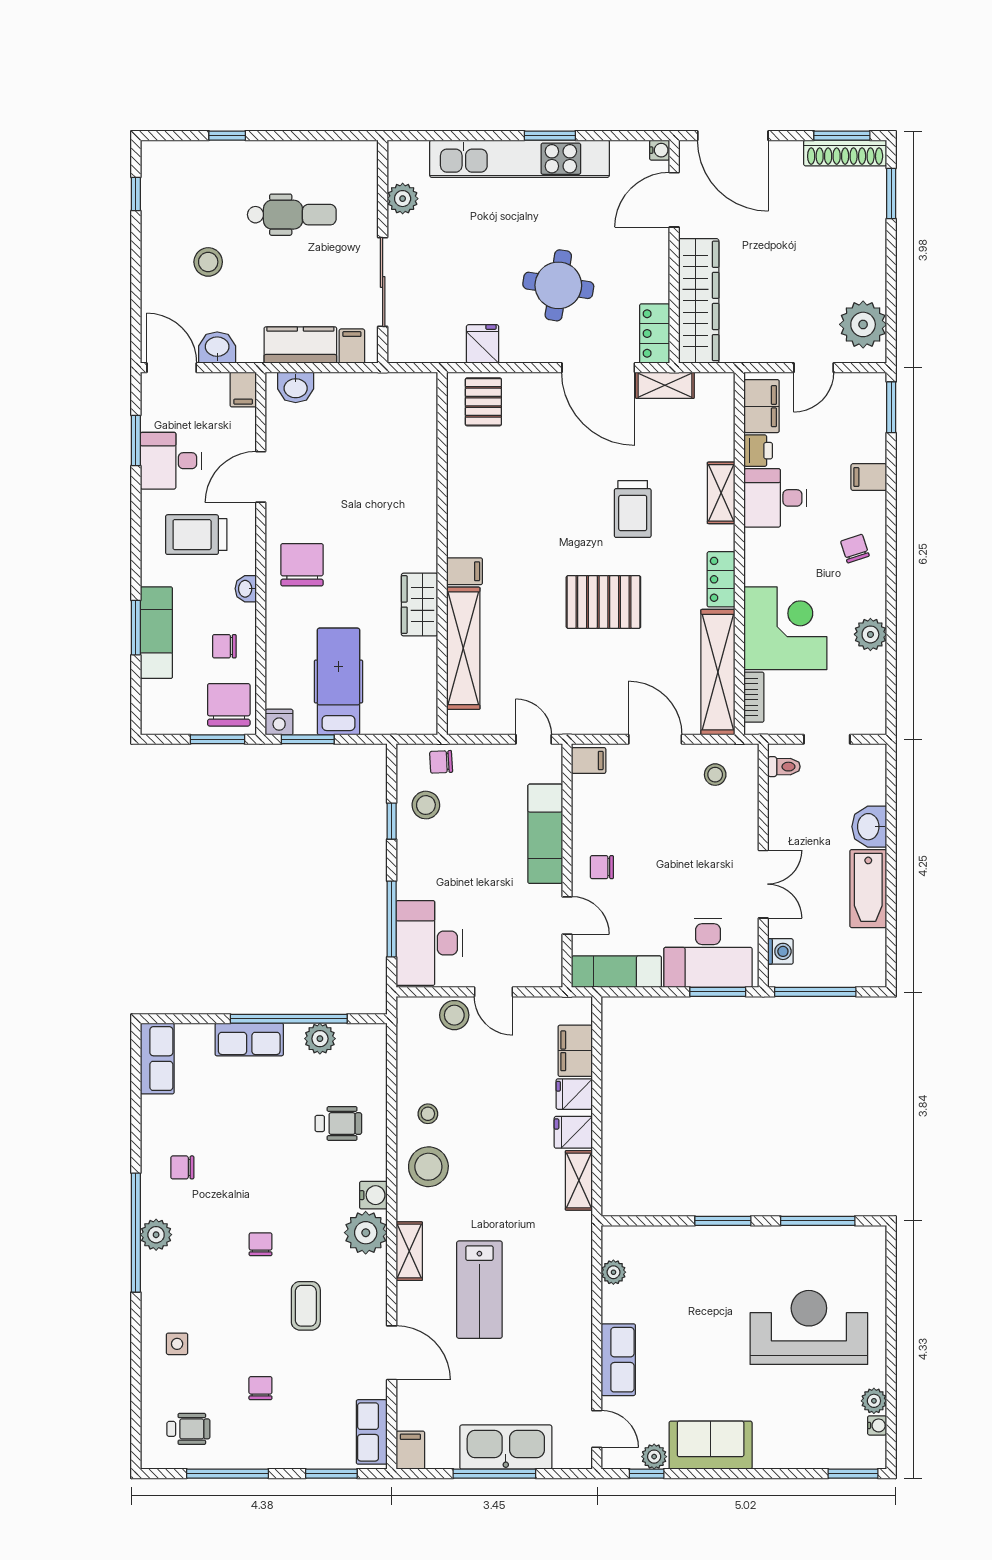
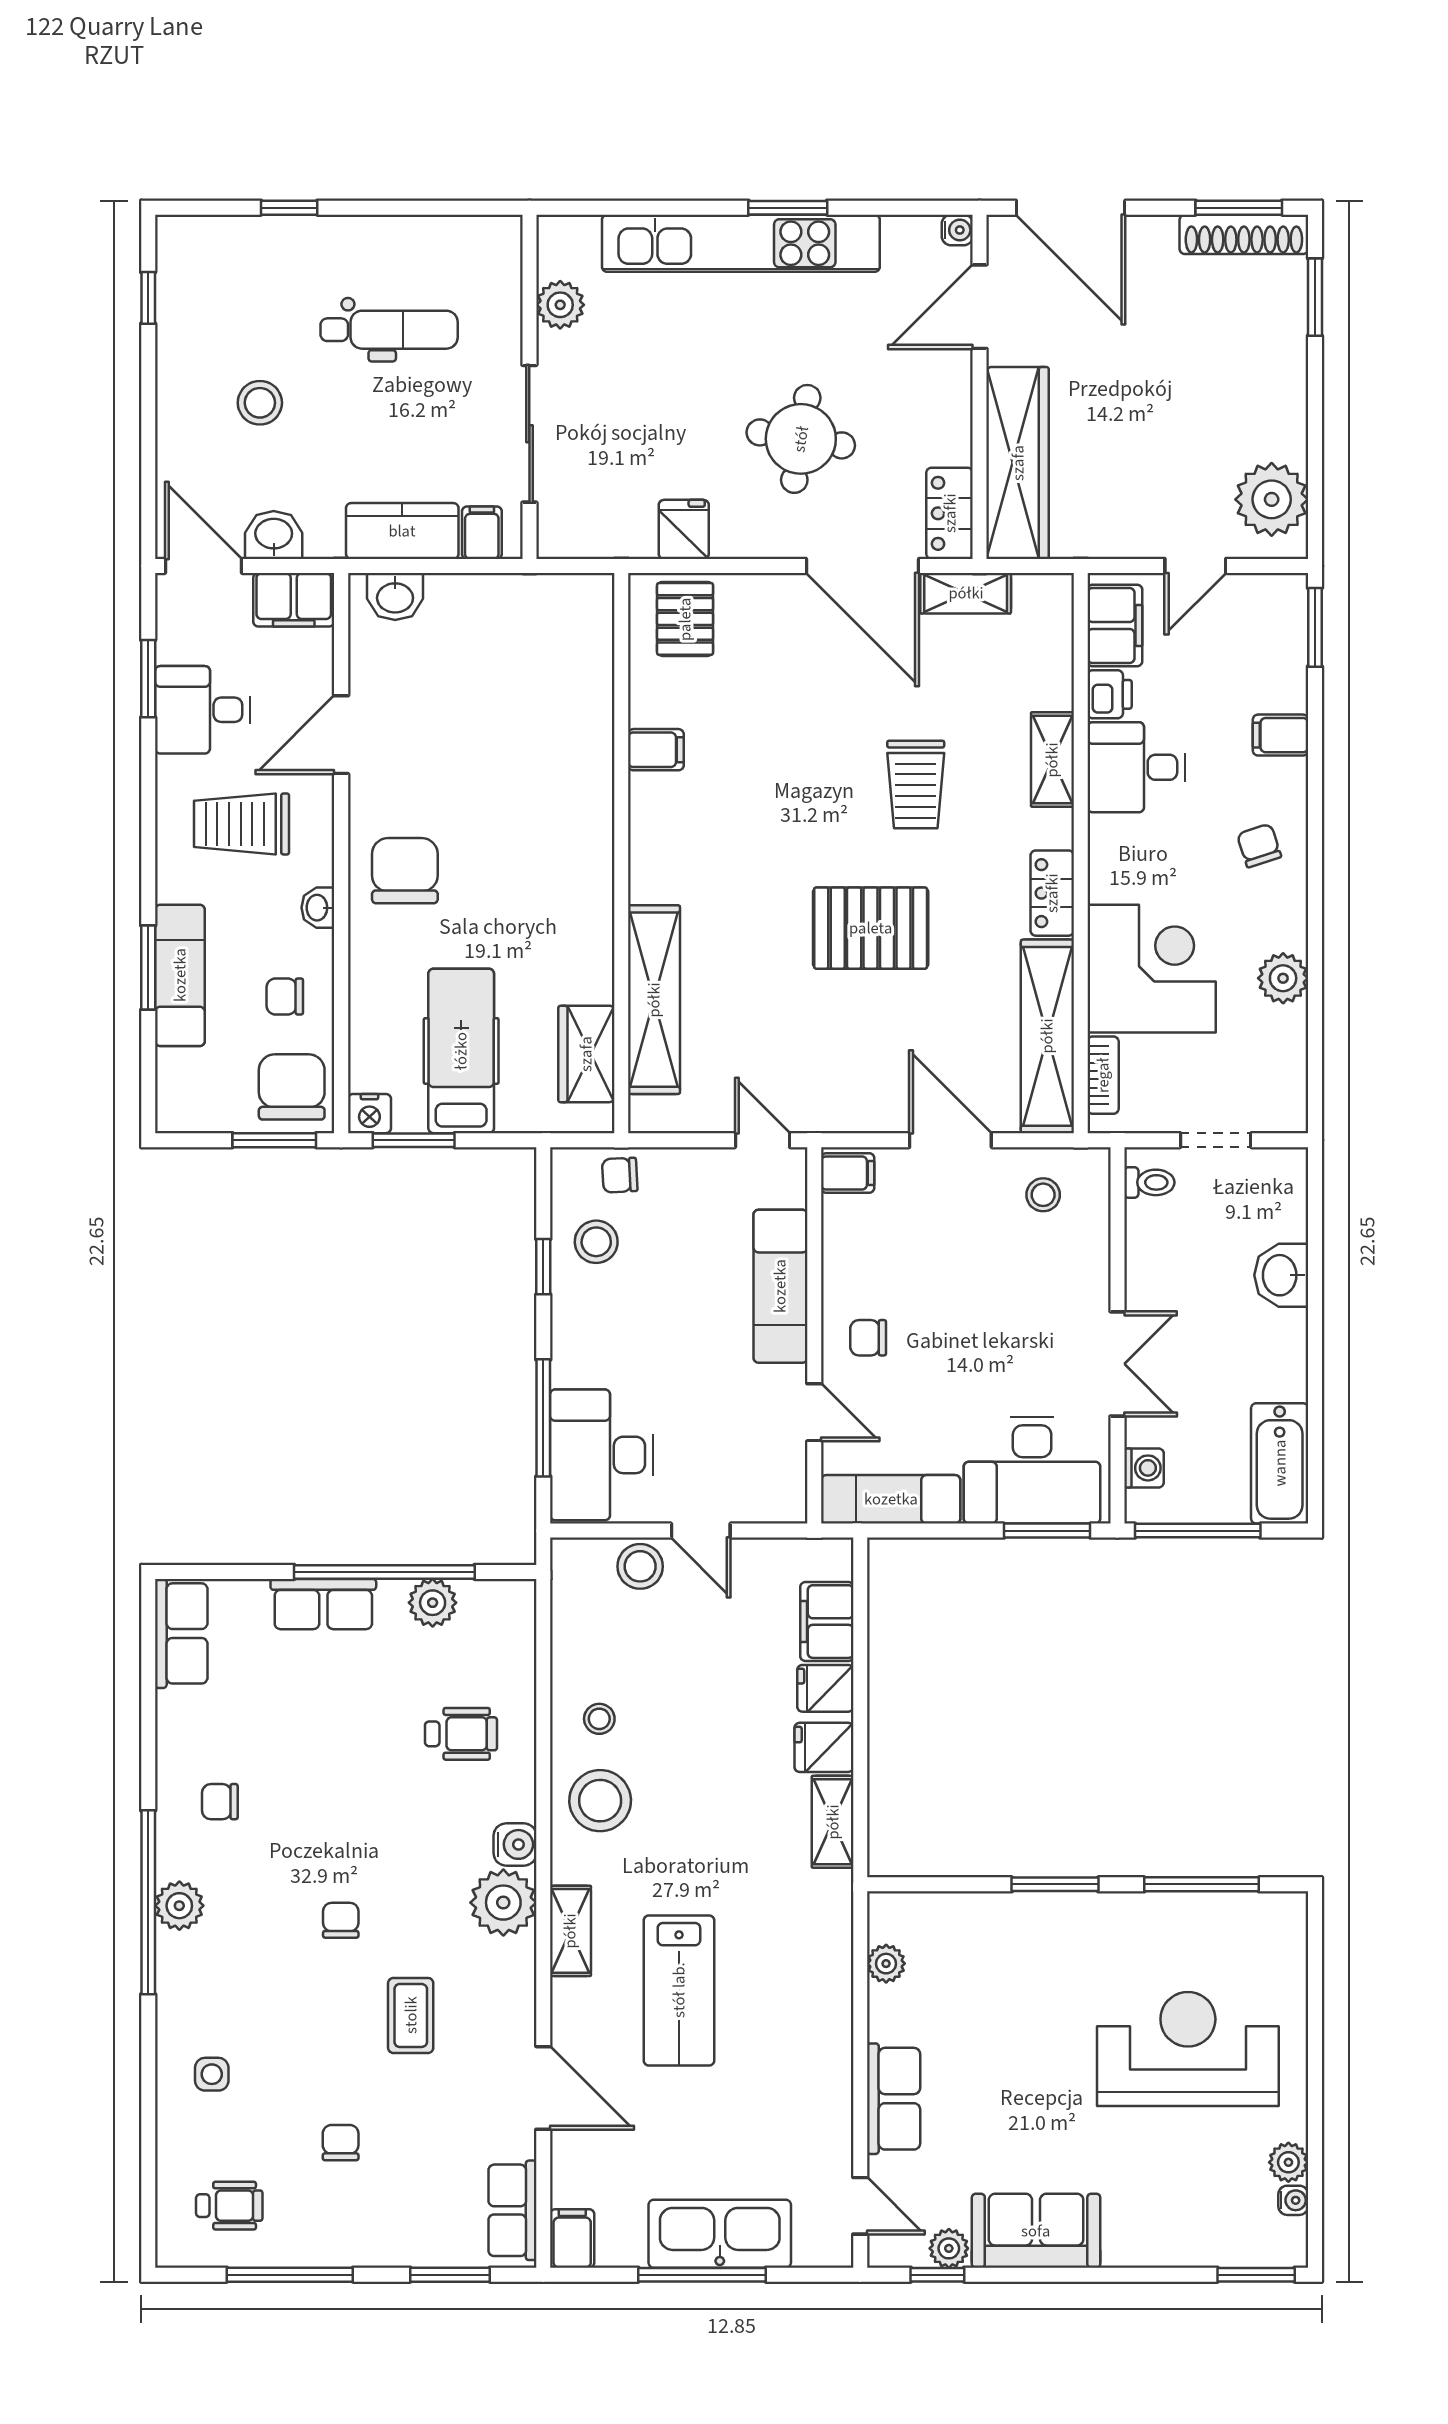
filing cabinet: (243, 389) -> (294, 600), width x2.00
filing cabinet: (465, 571) -> (656, 750), moved
wardrobe: (420, 605) -> (586, 1054), moved
bathtub: (868, 889) -> (1280, 1463), moved

